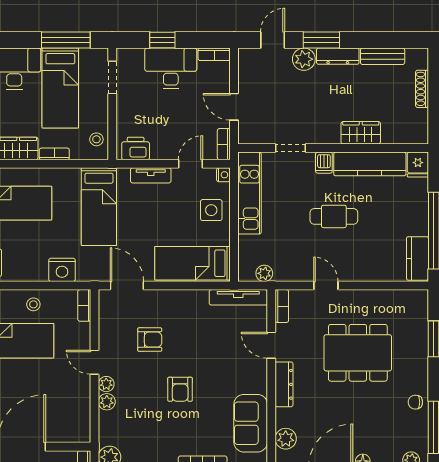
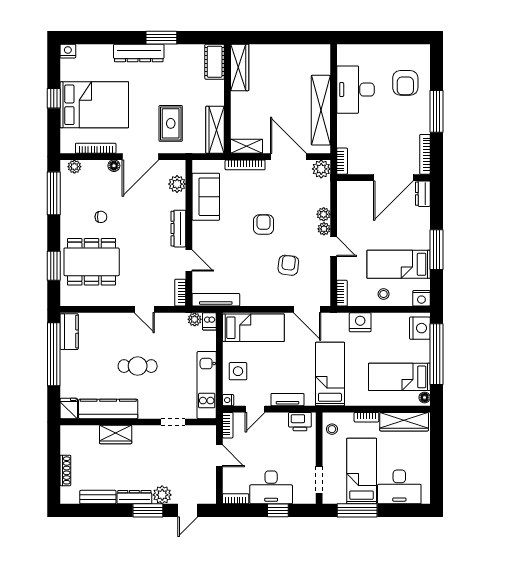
dishwasher: (324, 163) -> (209, 321), moved, turned 180
armchair: (150, 340) -> (288, 265), turned 97
dining table: (358, 353) -> (92, 262), moved
chair: (415, 402) -> (101, 217), moved

